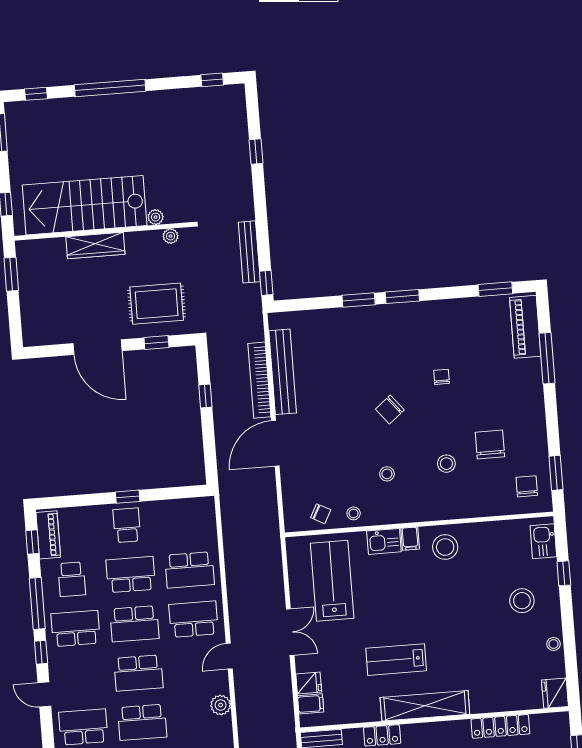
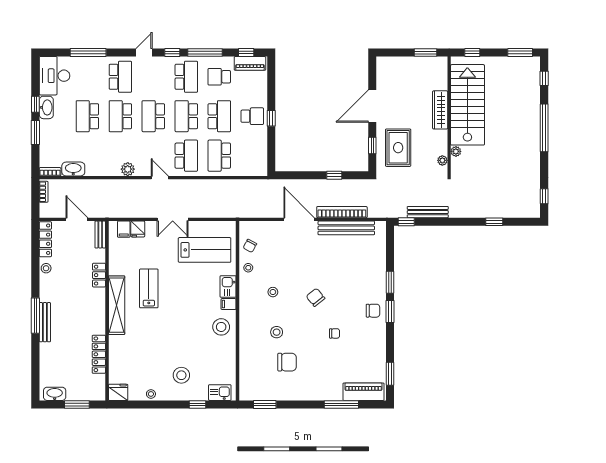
chair: (527, 486) -> (373, 311), moved

